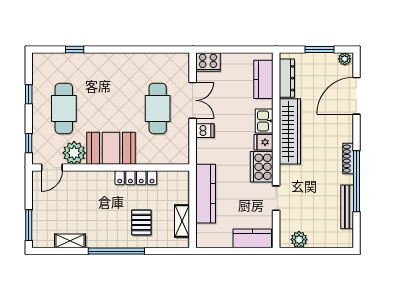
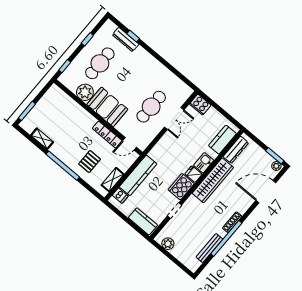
window: (319, 49) -> (275, 156), moved
dresser: (70, 60) -> (126, 39), added
dishwasher: (205, 131) -> (120, 196), moved
door: (52, 168) -> (130, 144), moved

